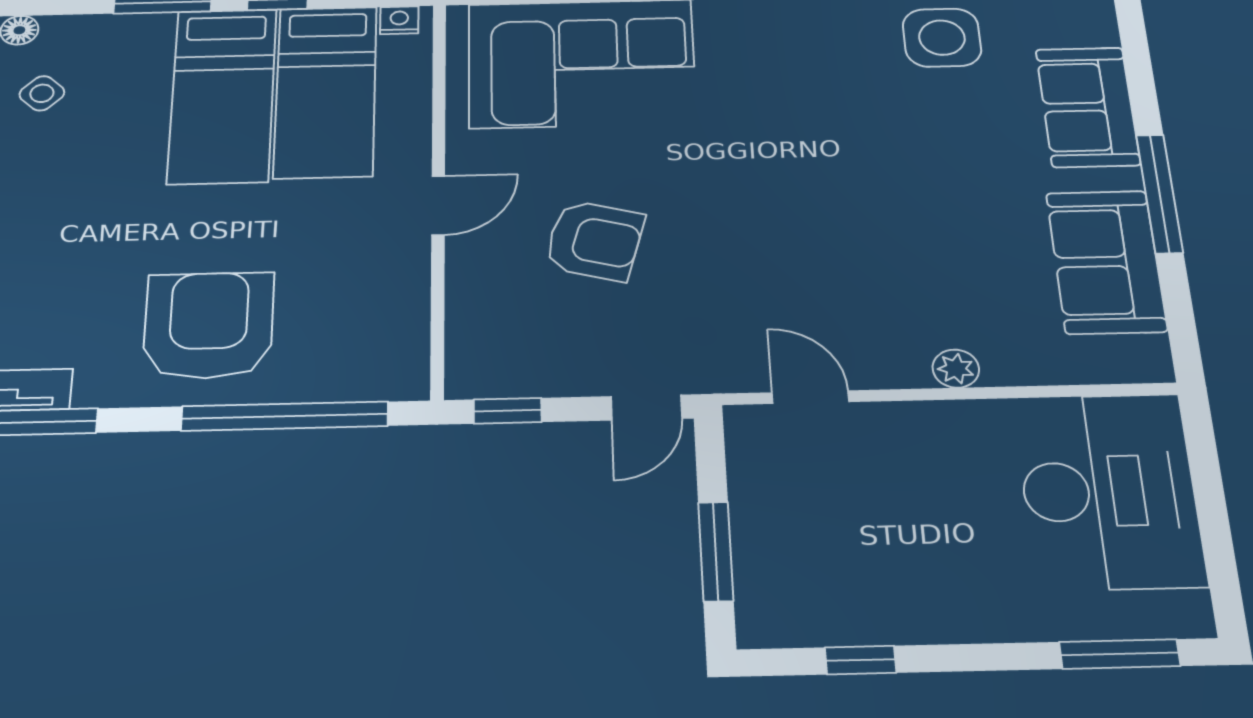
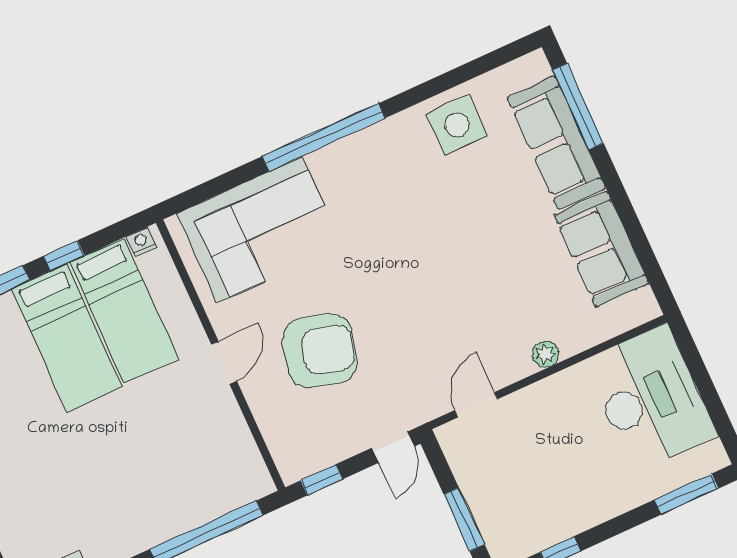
sofa: (1088, 107) -> (556, 143), width x1.36
window: (1159, 193) -> (578, 107), moved
armchair: (594, 240) -> (320, 351), width x1.36, depth x1.36
armchair: (209, 325) -> (138, 493), removed
door: (810, 397) -> (476, 405), hinge flipped

